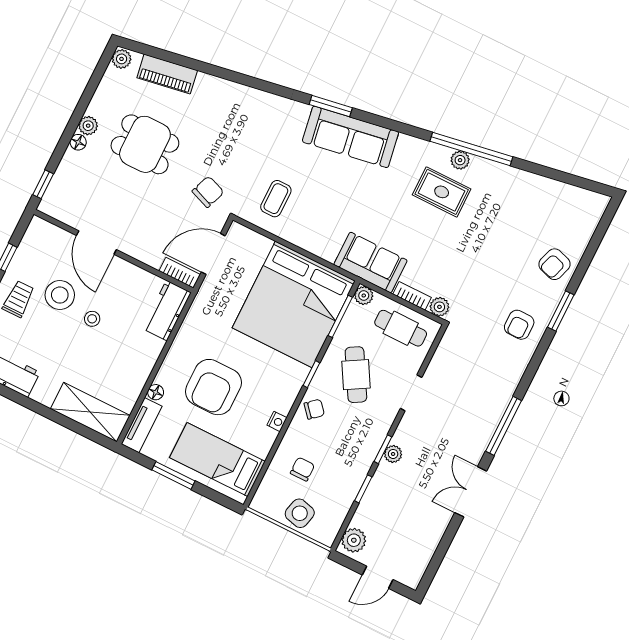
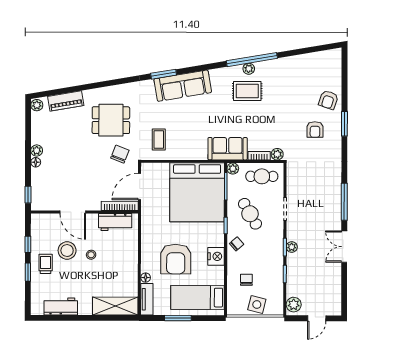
dining table: (145, 144) -> (111, 120), moved
bookcase: (180, 273) -> (120, 206), width x1.56
workbench: (167, 311) -> (115, 222), moved, turned -90
armchair: (519, 325) -> (315, 130), moved
nightstand: (277, 421) -> (216, 256), width x1.89, depth x1.79

